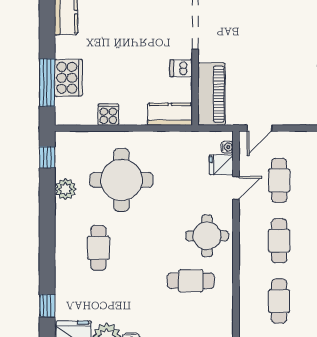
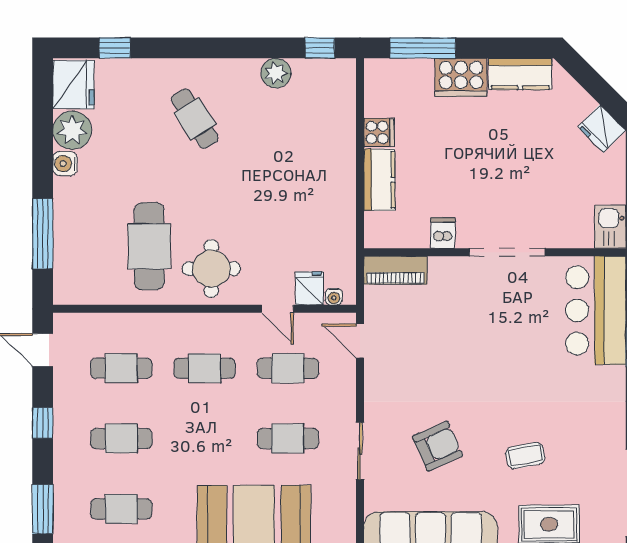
cooker: (68, 78) -> (461, 77), moved
piano: (211, 94) -> (395, 270), width x0.73, depth x0.75
kitchen counter: (170, 114) -> (379, 180), moved
round table: (121, 180) -> (289, 150), removed
cafe table: (98, 248) -> (195, 119), turned 58
cafe table: (191, 281) -> (149, 246), width x1.37, depth x1.35

